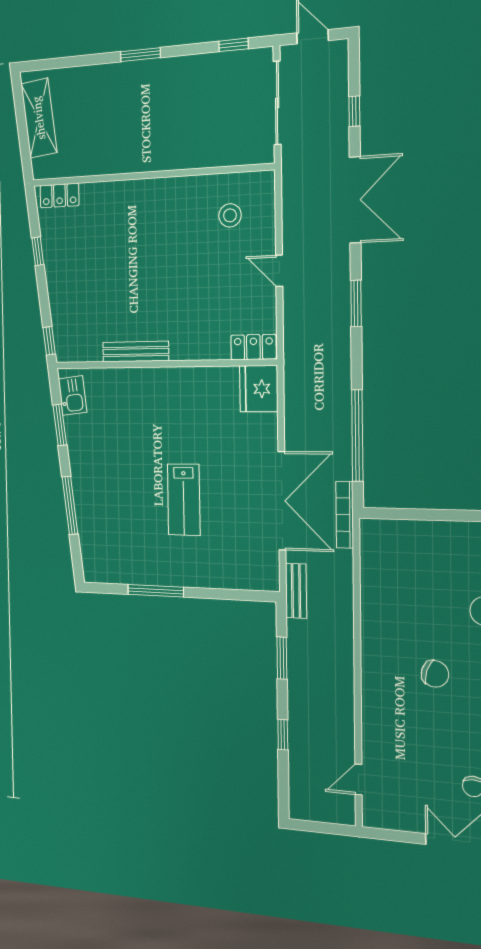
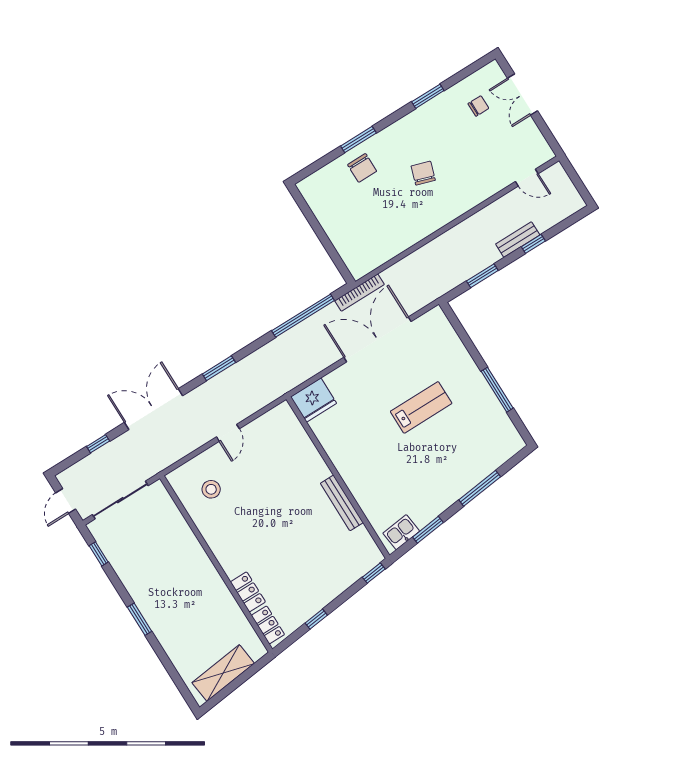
locker: (253, 347) -> (248, 592), moved, turned 180
bench: (296, 591) -> (518, 240), moved

